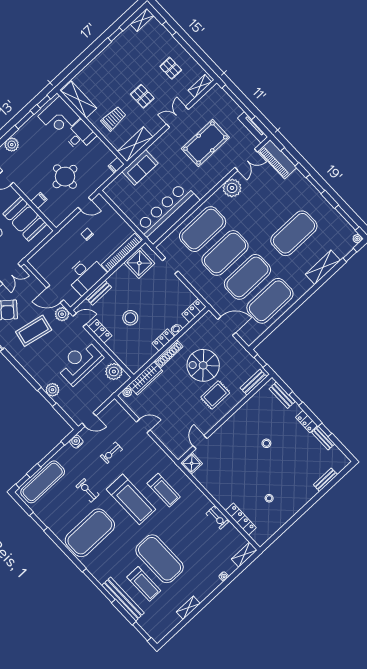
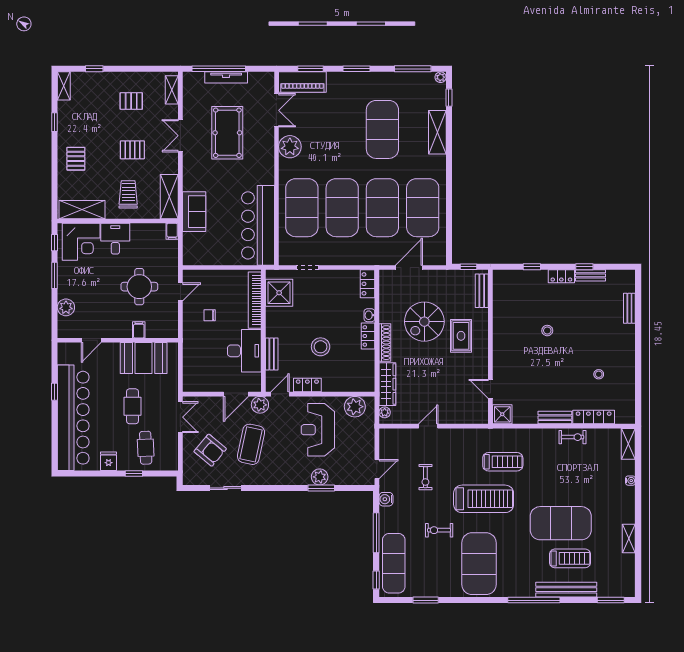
pallet: (106, 68) -> (76, 159), added
tv unit: (253, 128) -> (226, 77), moved
bench: (282, 395) -> (555, 418), moved

